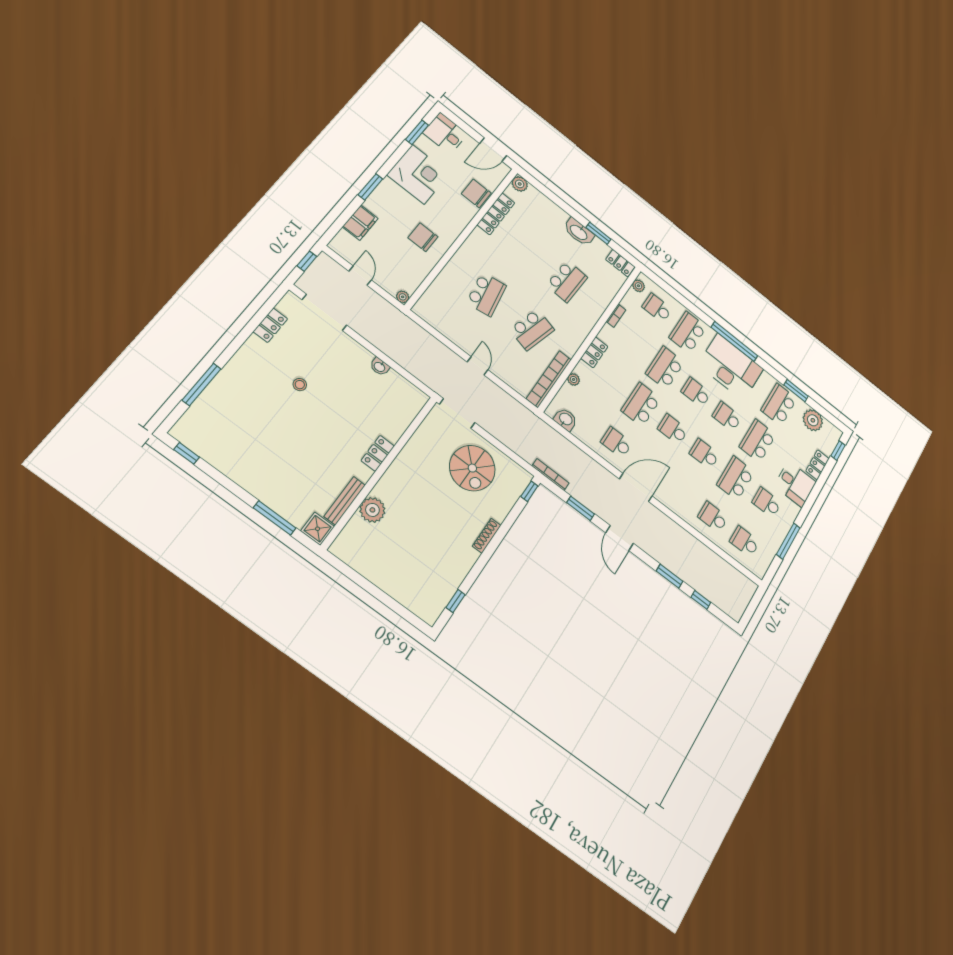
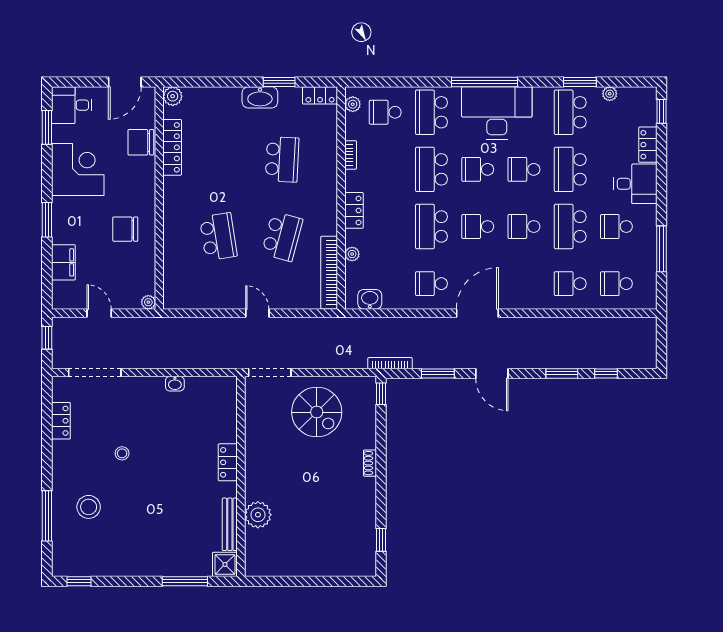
stool: (241, 403) -> (89, 507), added
plant: (813, 420) -> (610, 94), width x0.53, depth x0.53
shoe rack: (487, 536) -> (370, 463), width x0.70

